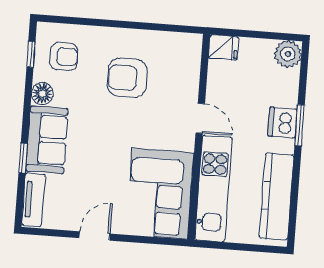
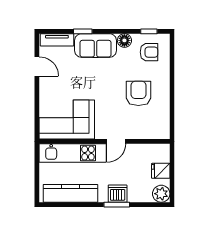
fridge: (223, 47) -> (161, 171), moved, turned 90
armchair: (64, 56) -> (149, 52), turned -90
door: (95, 236) -> (37, 66), moved

